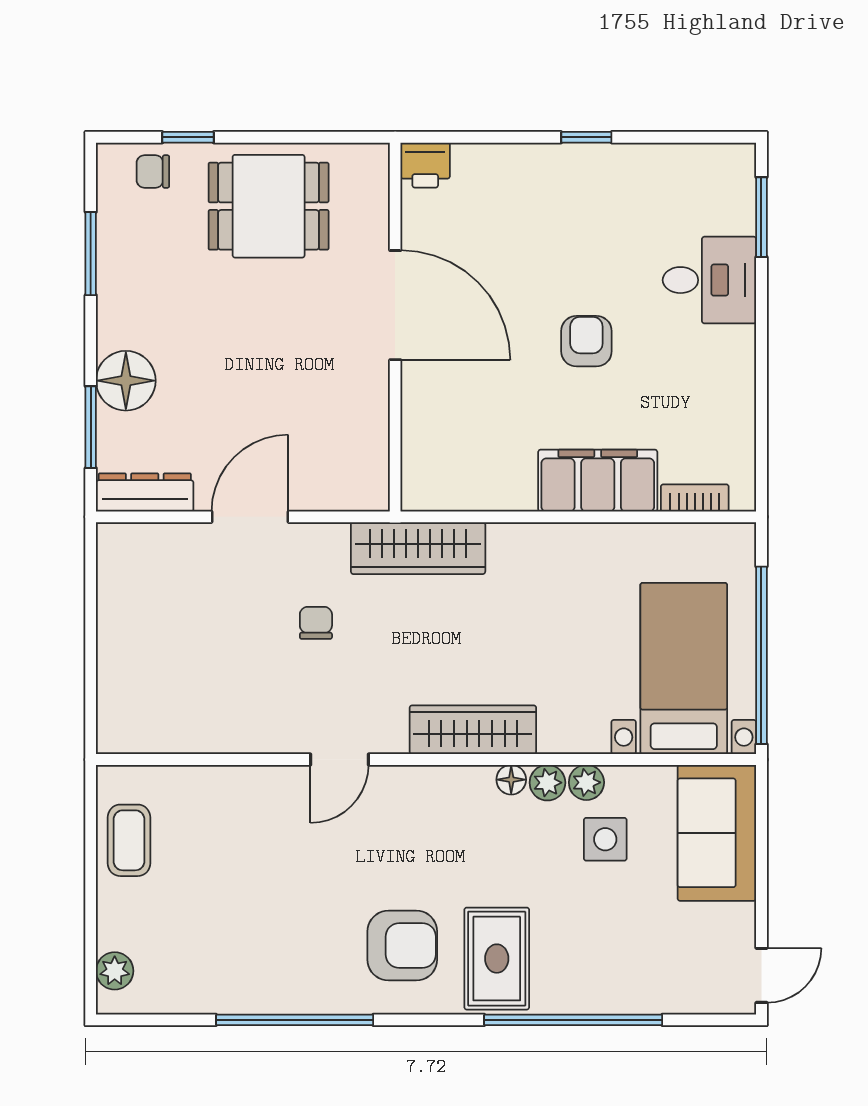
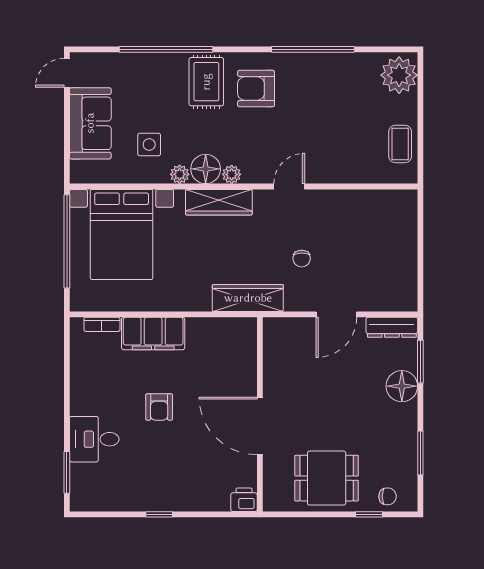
bed with nightstands: (684, 669) -> (122, 234), width x1.36
floor lamp: (511, 780) -> (206, 169), width x1.89, depth x1.89
plant: (586, 782) -> (232, 174), moved
sofa: (717, 833) -> (90, 123), moved
plant: (115, 971) -> (399, 75), width x1.88, depth x1.88

